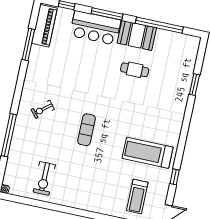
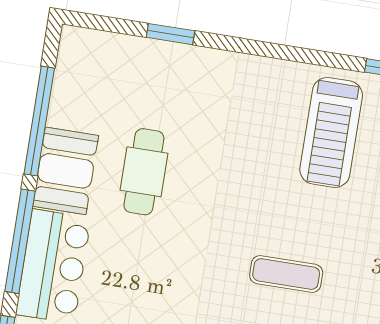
window: (107, 14) -> (20, 241), width x1.46
cafe table: (135, 70) -> (144, 172), width x1.37, depth x1.35

